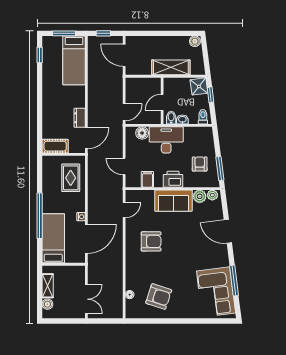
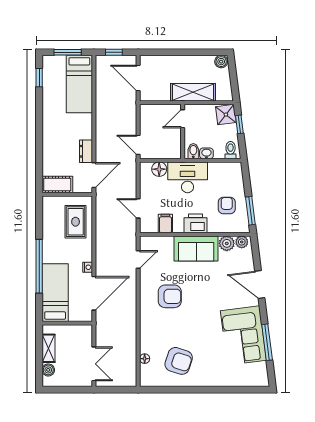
door: (162, 102) -> (183, 119), moved
door: (124, 112) -> (138, 145), swing flipped
corner sofa: (216, 292) -> (243, 335), moved

